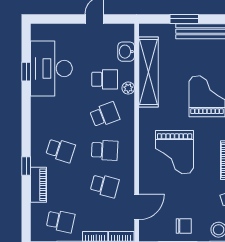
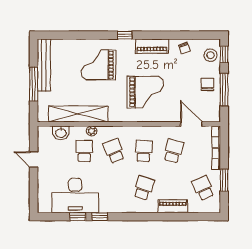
window: (184, 19) -> (34, 84), width x1.44
window: (26, 166) -> (100, 217), moved
school desk: (60, 221) -> (203, 188), turned -36

